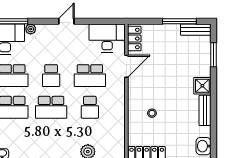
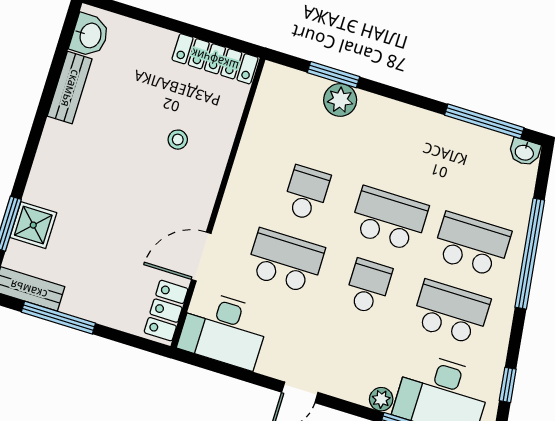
shower: (202, 86) -> (33, 225), moved
bench: (205, 110) -> (70, 88), moved

